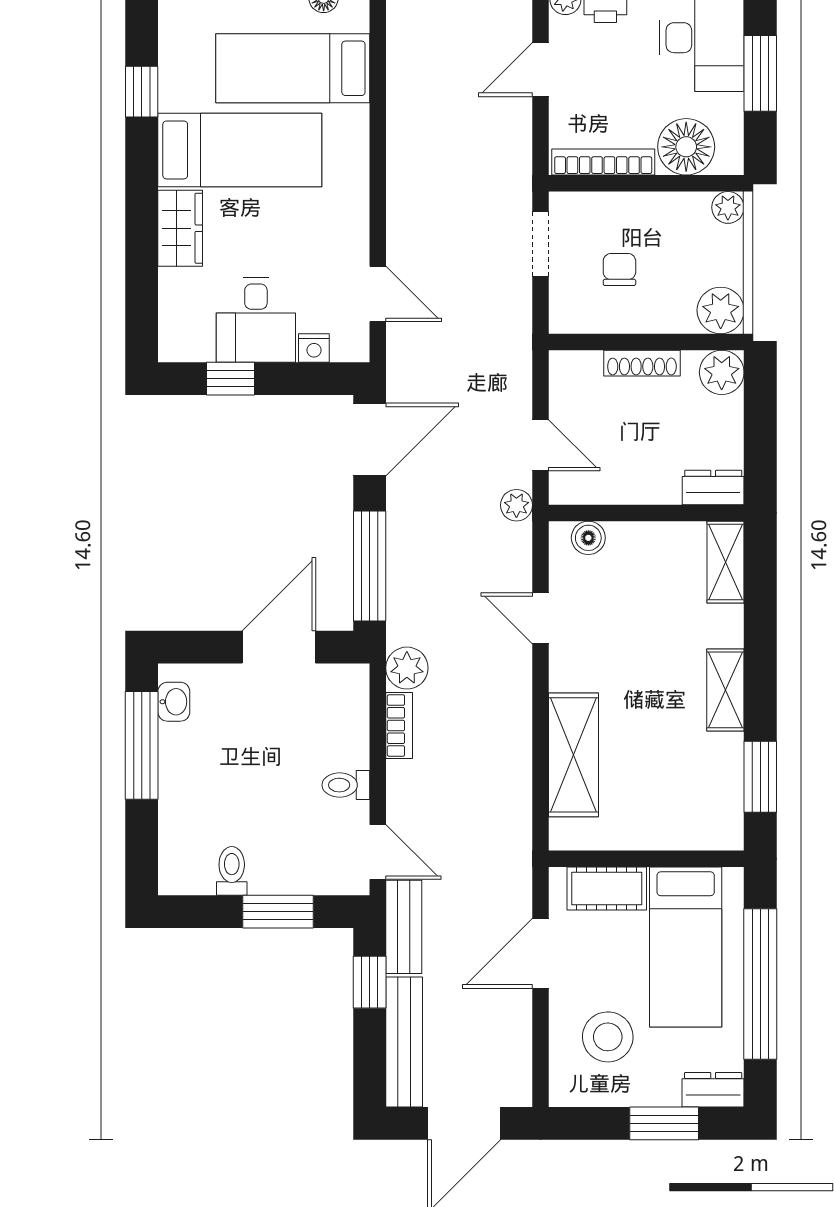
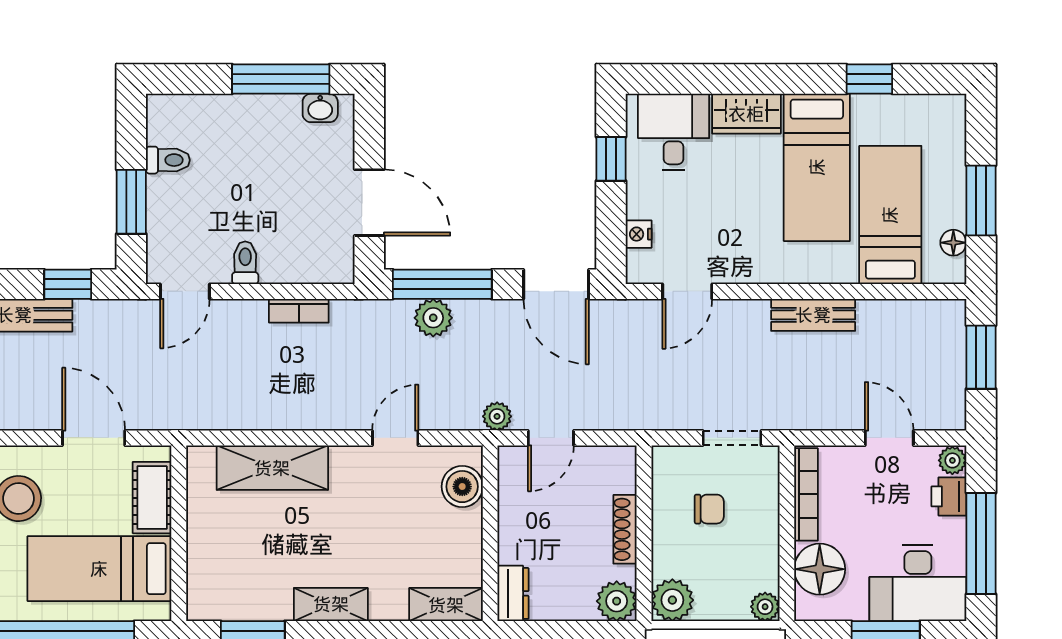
desk: (256, 320) -> (674, 132), moved, turned 90
boiler: (588, 538) -> (462, 487), width x1.36, depth x1.36
plant: (407, 668) -> (433, 318), moved
bench: (404, 927) -> (813, 315), moved

